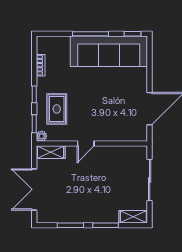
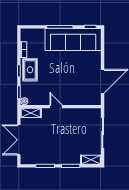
rug: (57, 109) -> (30, 70), moved
door: (86, 144) -> (56, 107), swing flipped

